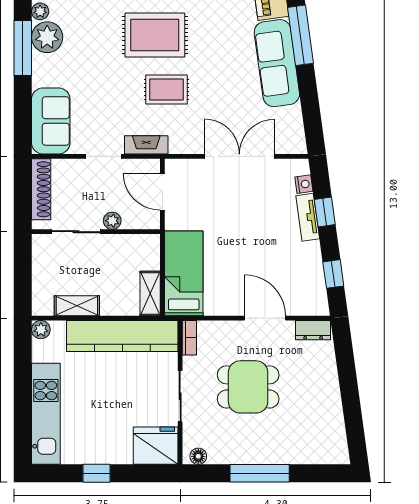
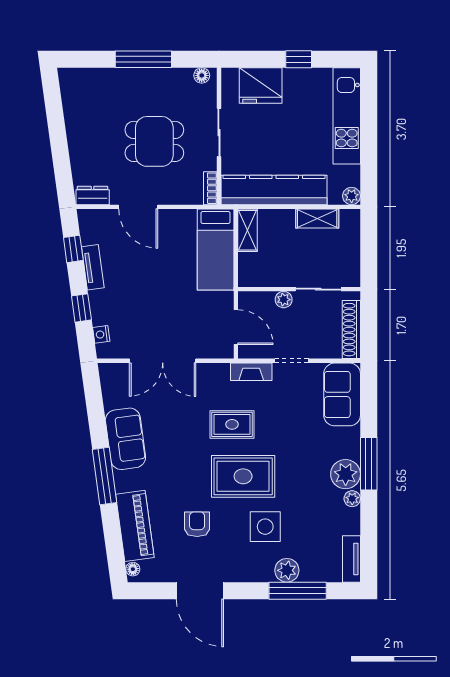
sofa: (277, 63) -> (125, 439), width x0.73
tv unit: (308, 217) -> (93, 267), moved
fridge: (156, 446) -> (261, 86), moved

